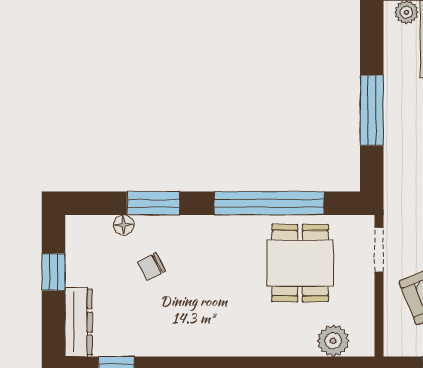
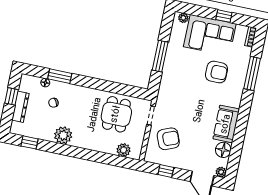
window: (269, 203) -> (109, 86), removed
dresser: (79, 322) -> (20, 107), moved
plant: (189, 336) -> (63, 135), added

